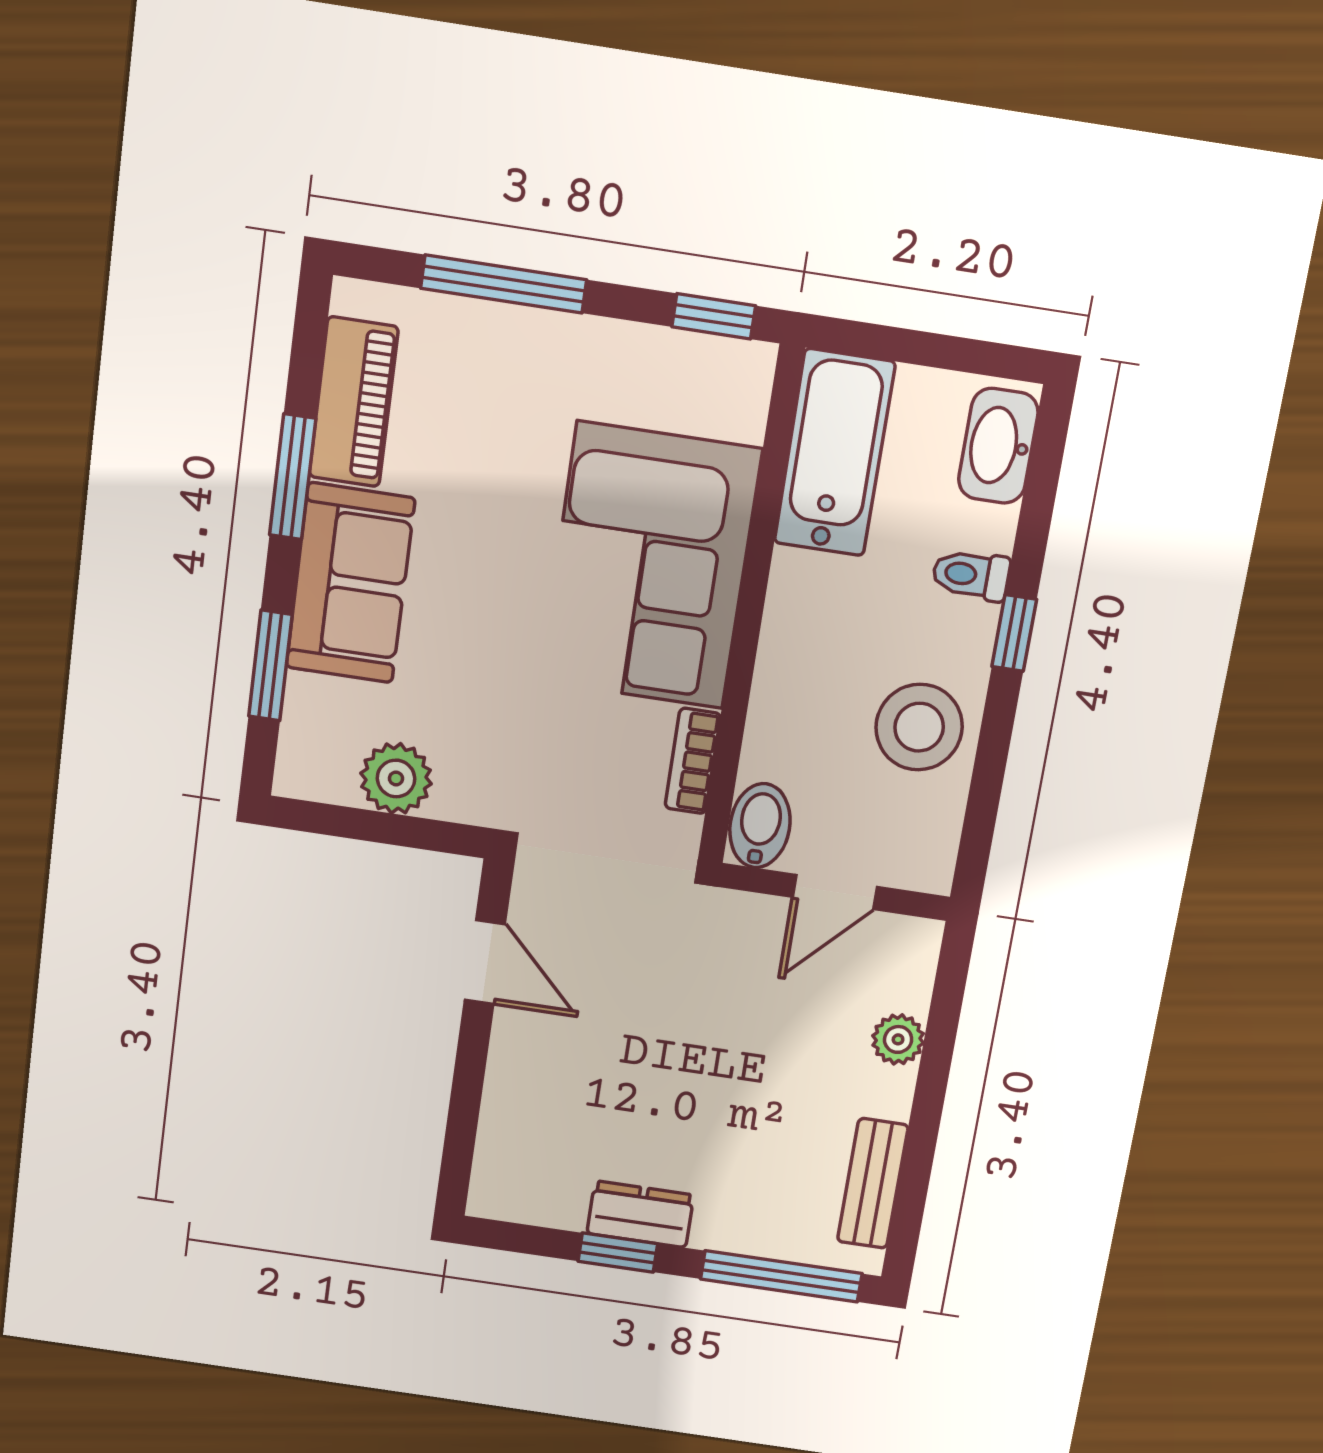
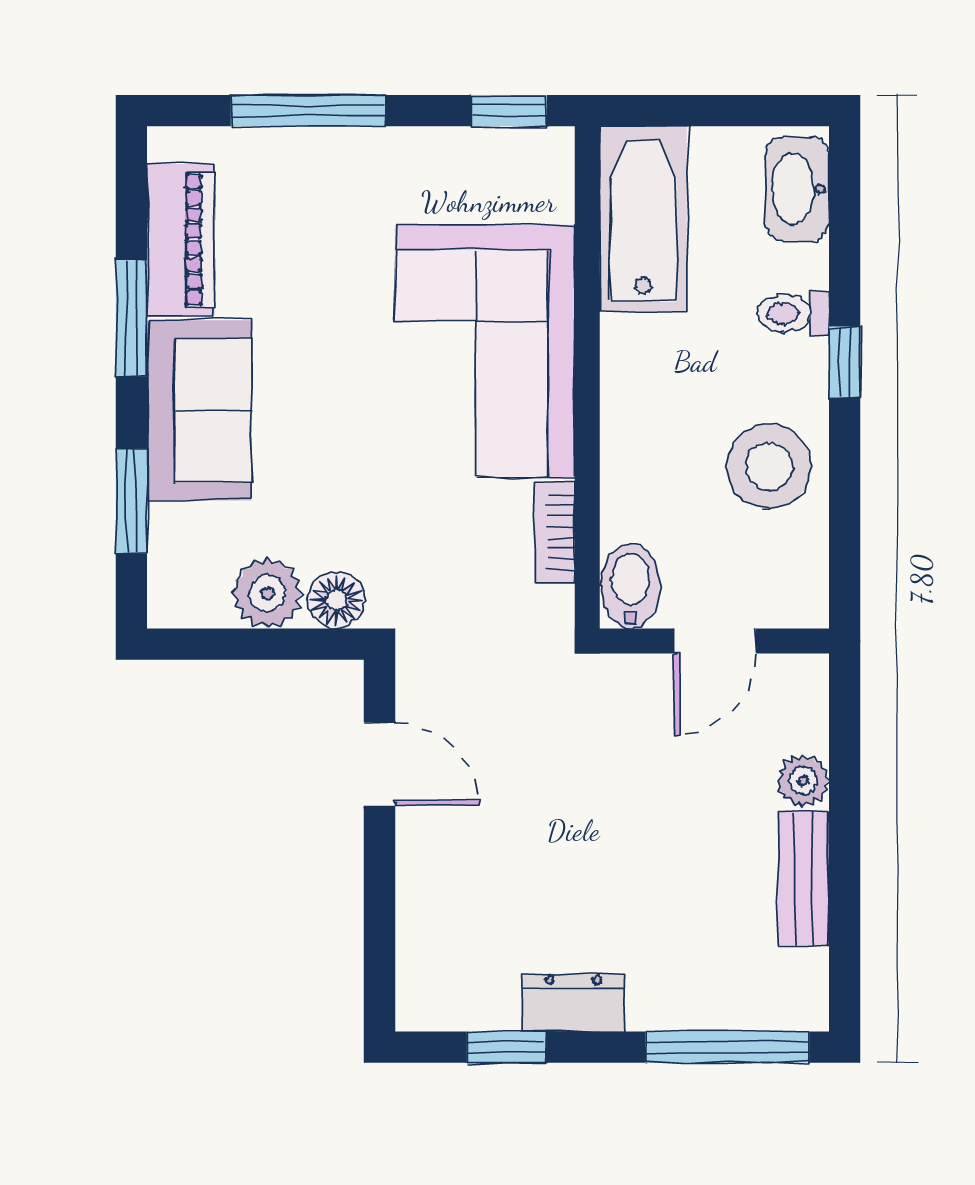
floor lamp: (464, 795) -> (336, 600), added
bench: (873, 1183) -> (804, 879), moved
window: (618, 1253) -> (506, 1047), moved

